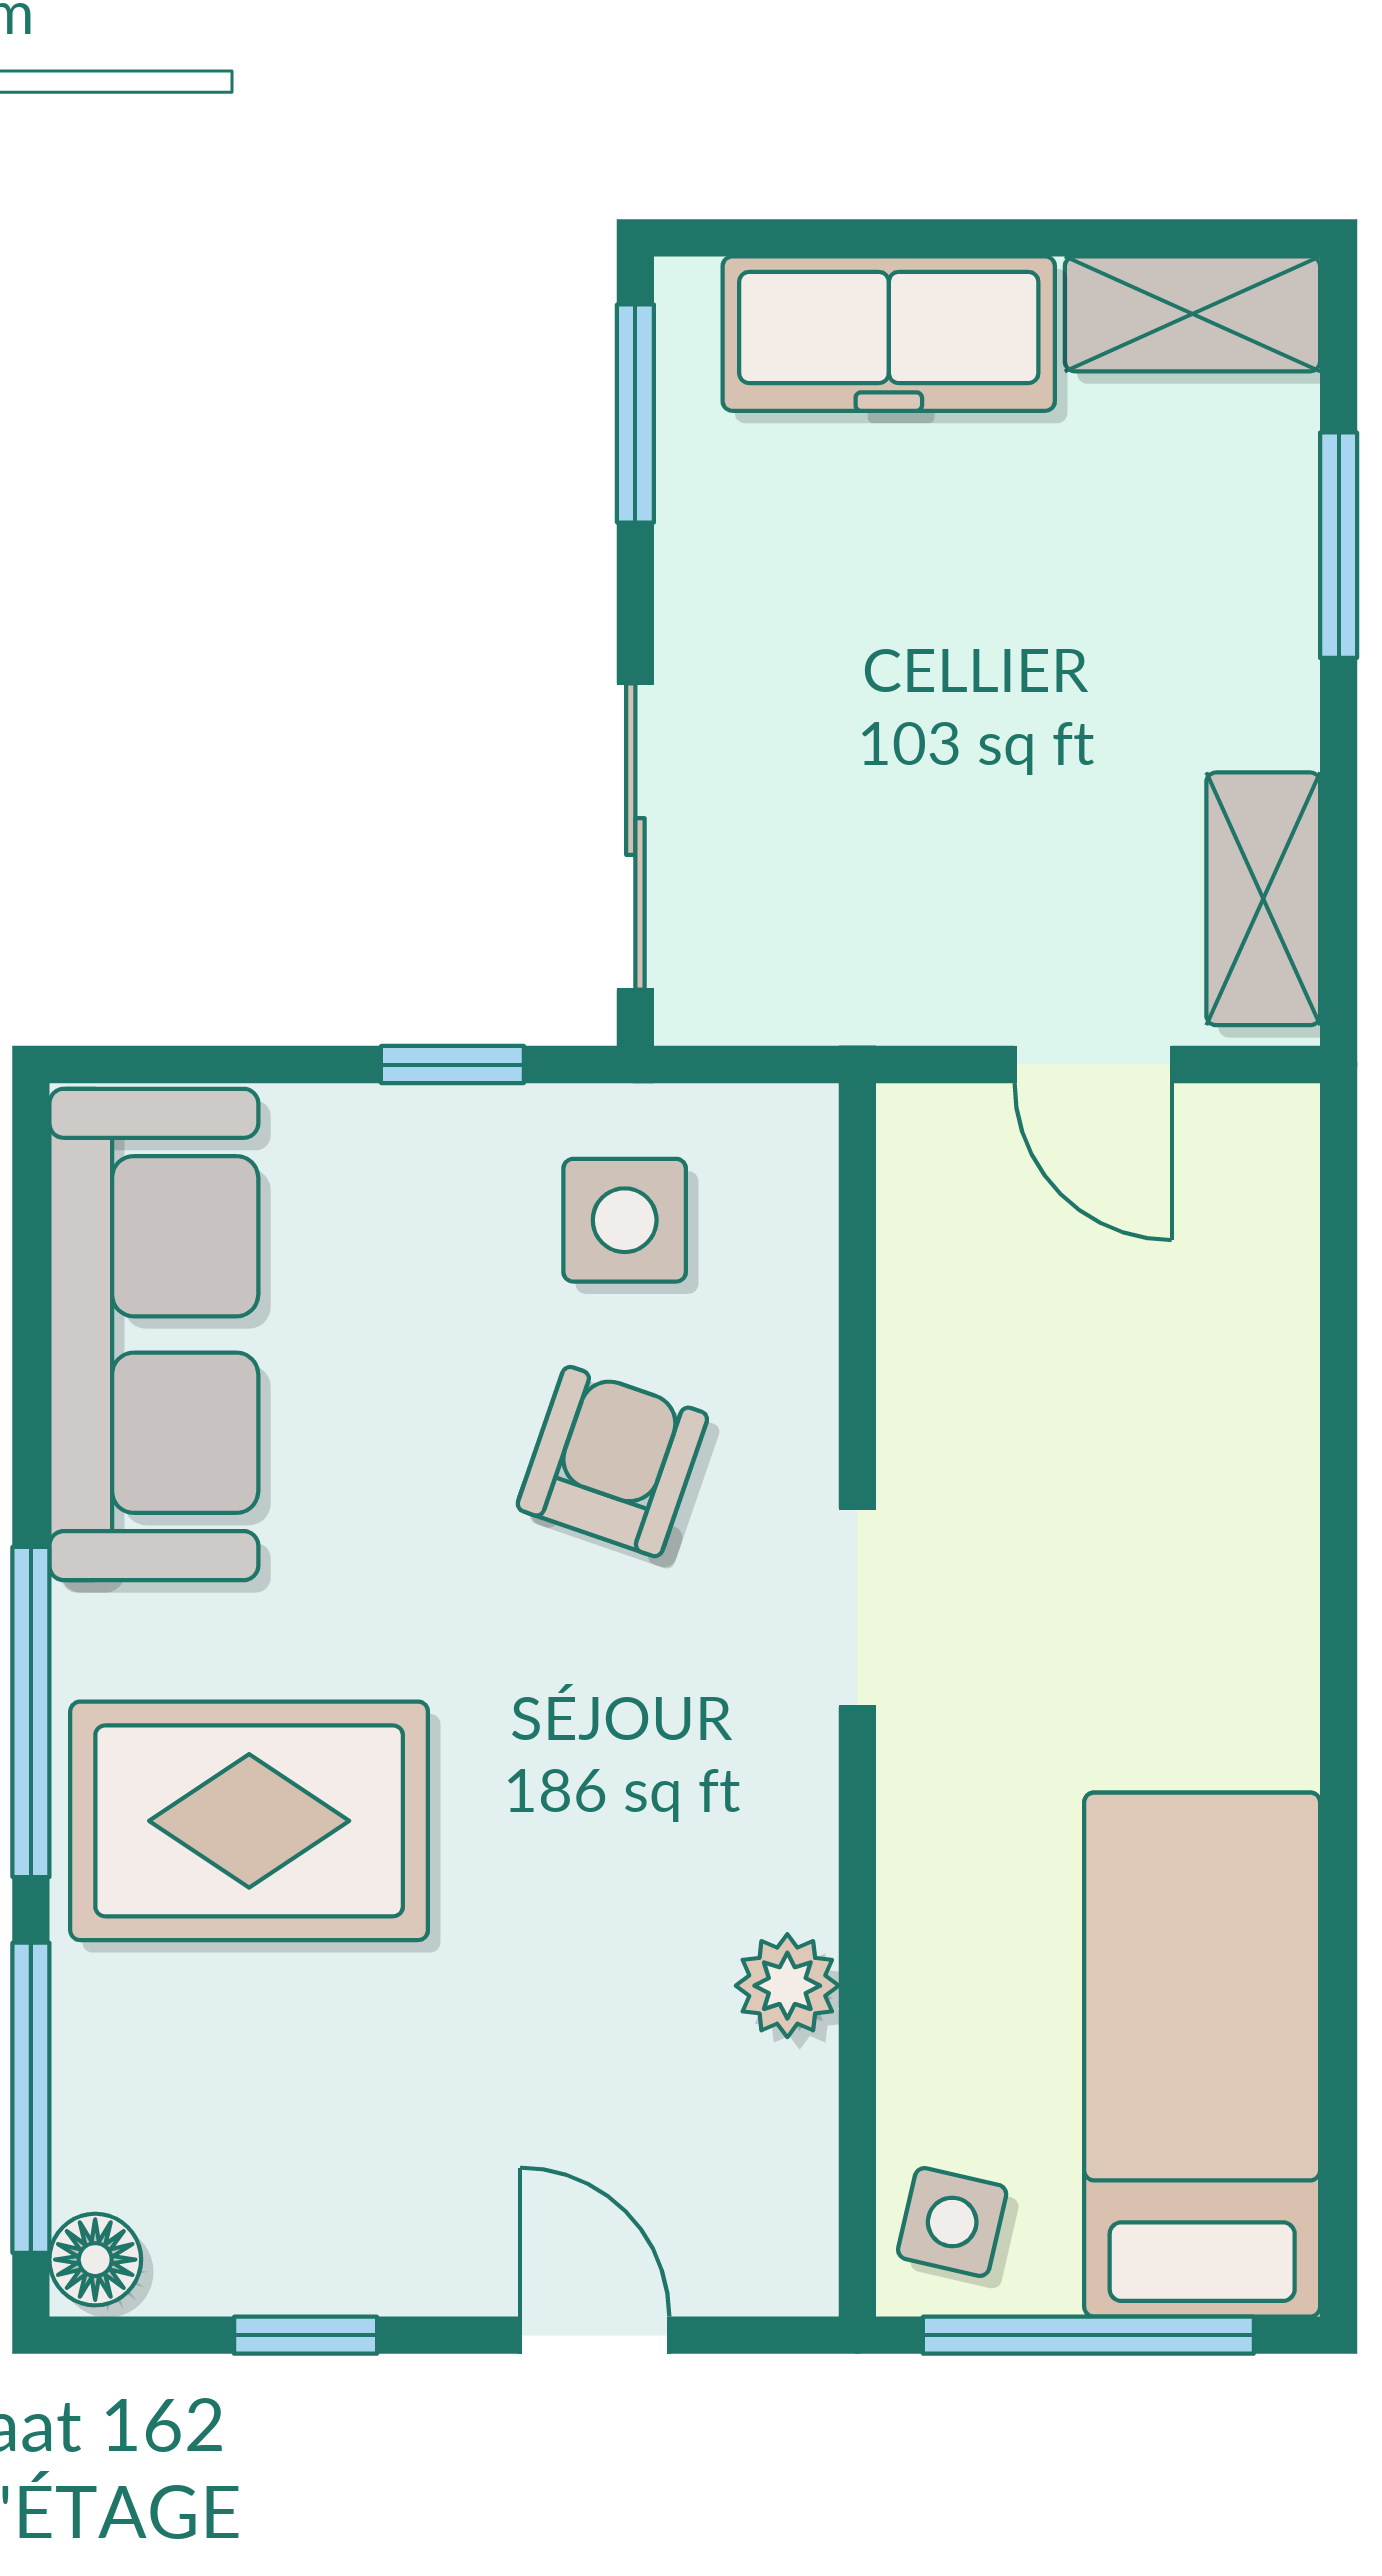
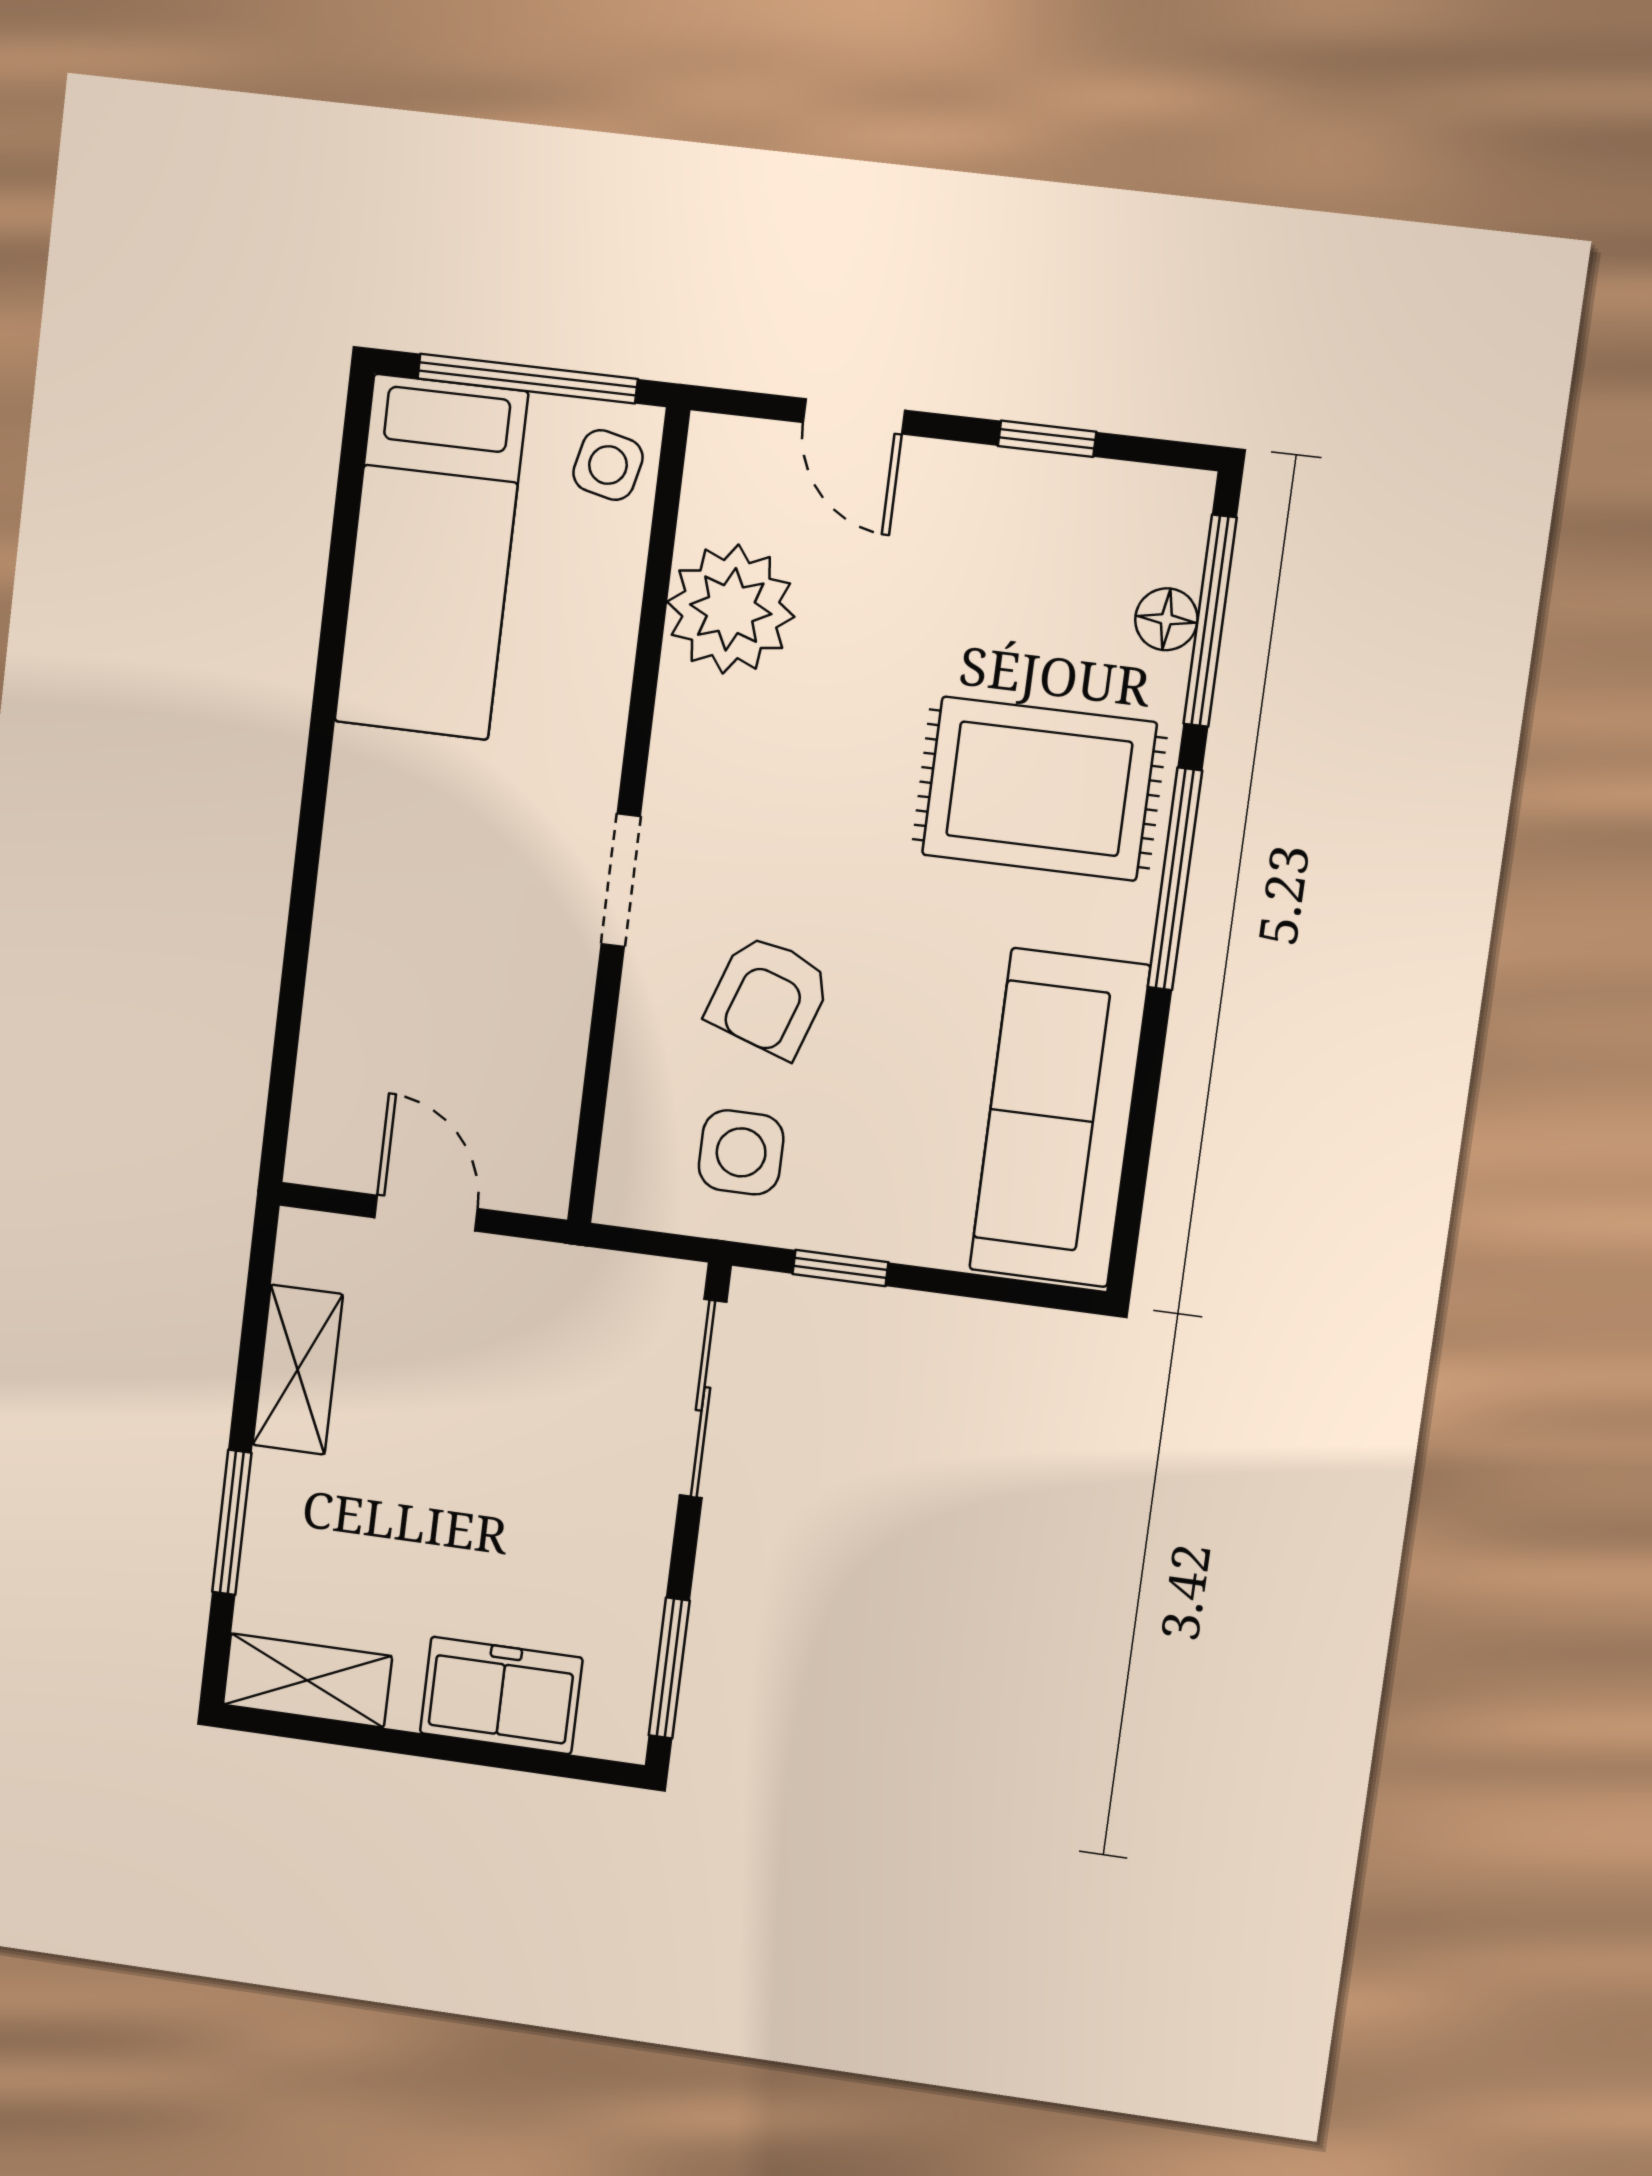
freezer: (889, 334) -> (501, 1695), width x0.71
shelving: (1263, 899) -> (298, 1370), moved
plant: (787, 1986) -> (731, 609), width x1.87, depth x1.87
floor lamp: (95, 2260) -> (1166, 619), moved

